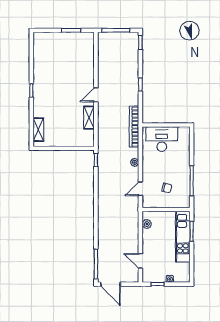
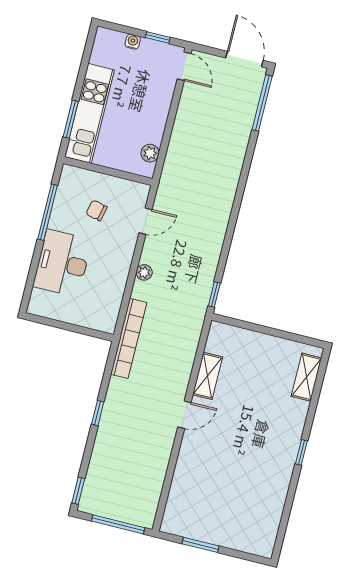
desk: (162, 139) -> (62, 263), moved, turned 90
door: (140, 261) -> (184, 66), moved

